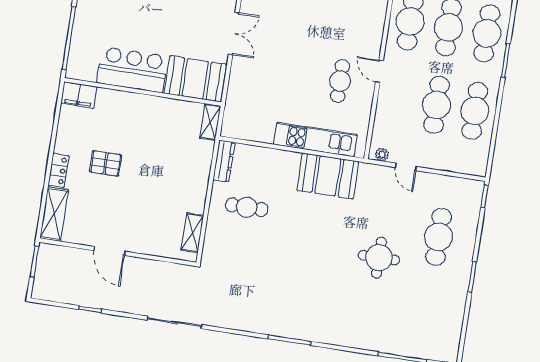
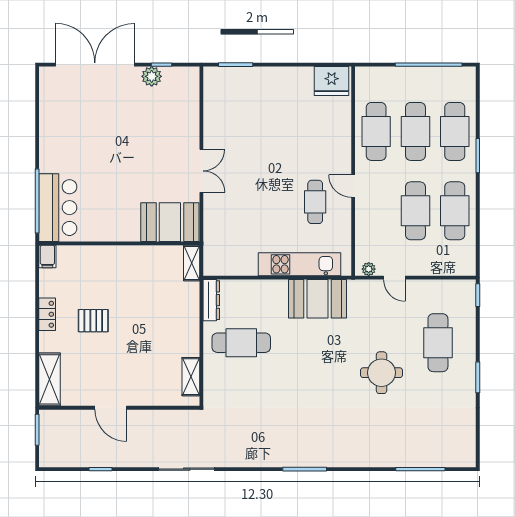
bar counter: (132, 70) -> (58, 208), moved, turned 90
filing cabinet: (79, 95) -> (47, 256), width x0.50
locker: (58, 170) -> (47, 314), moved
cafe table: (247, 207) -> (241, 343), width x1.37, depth x1.35

